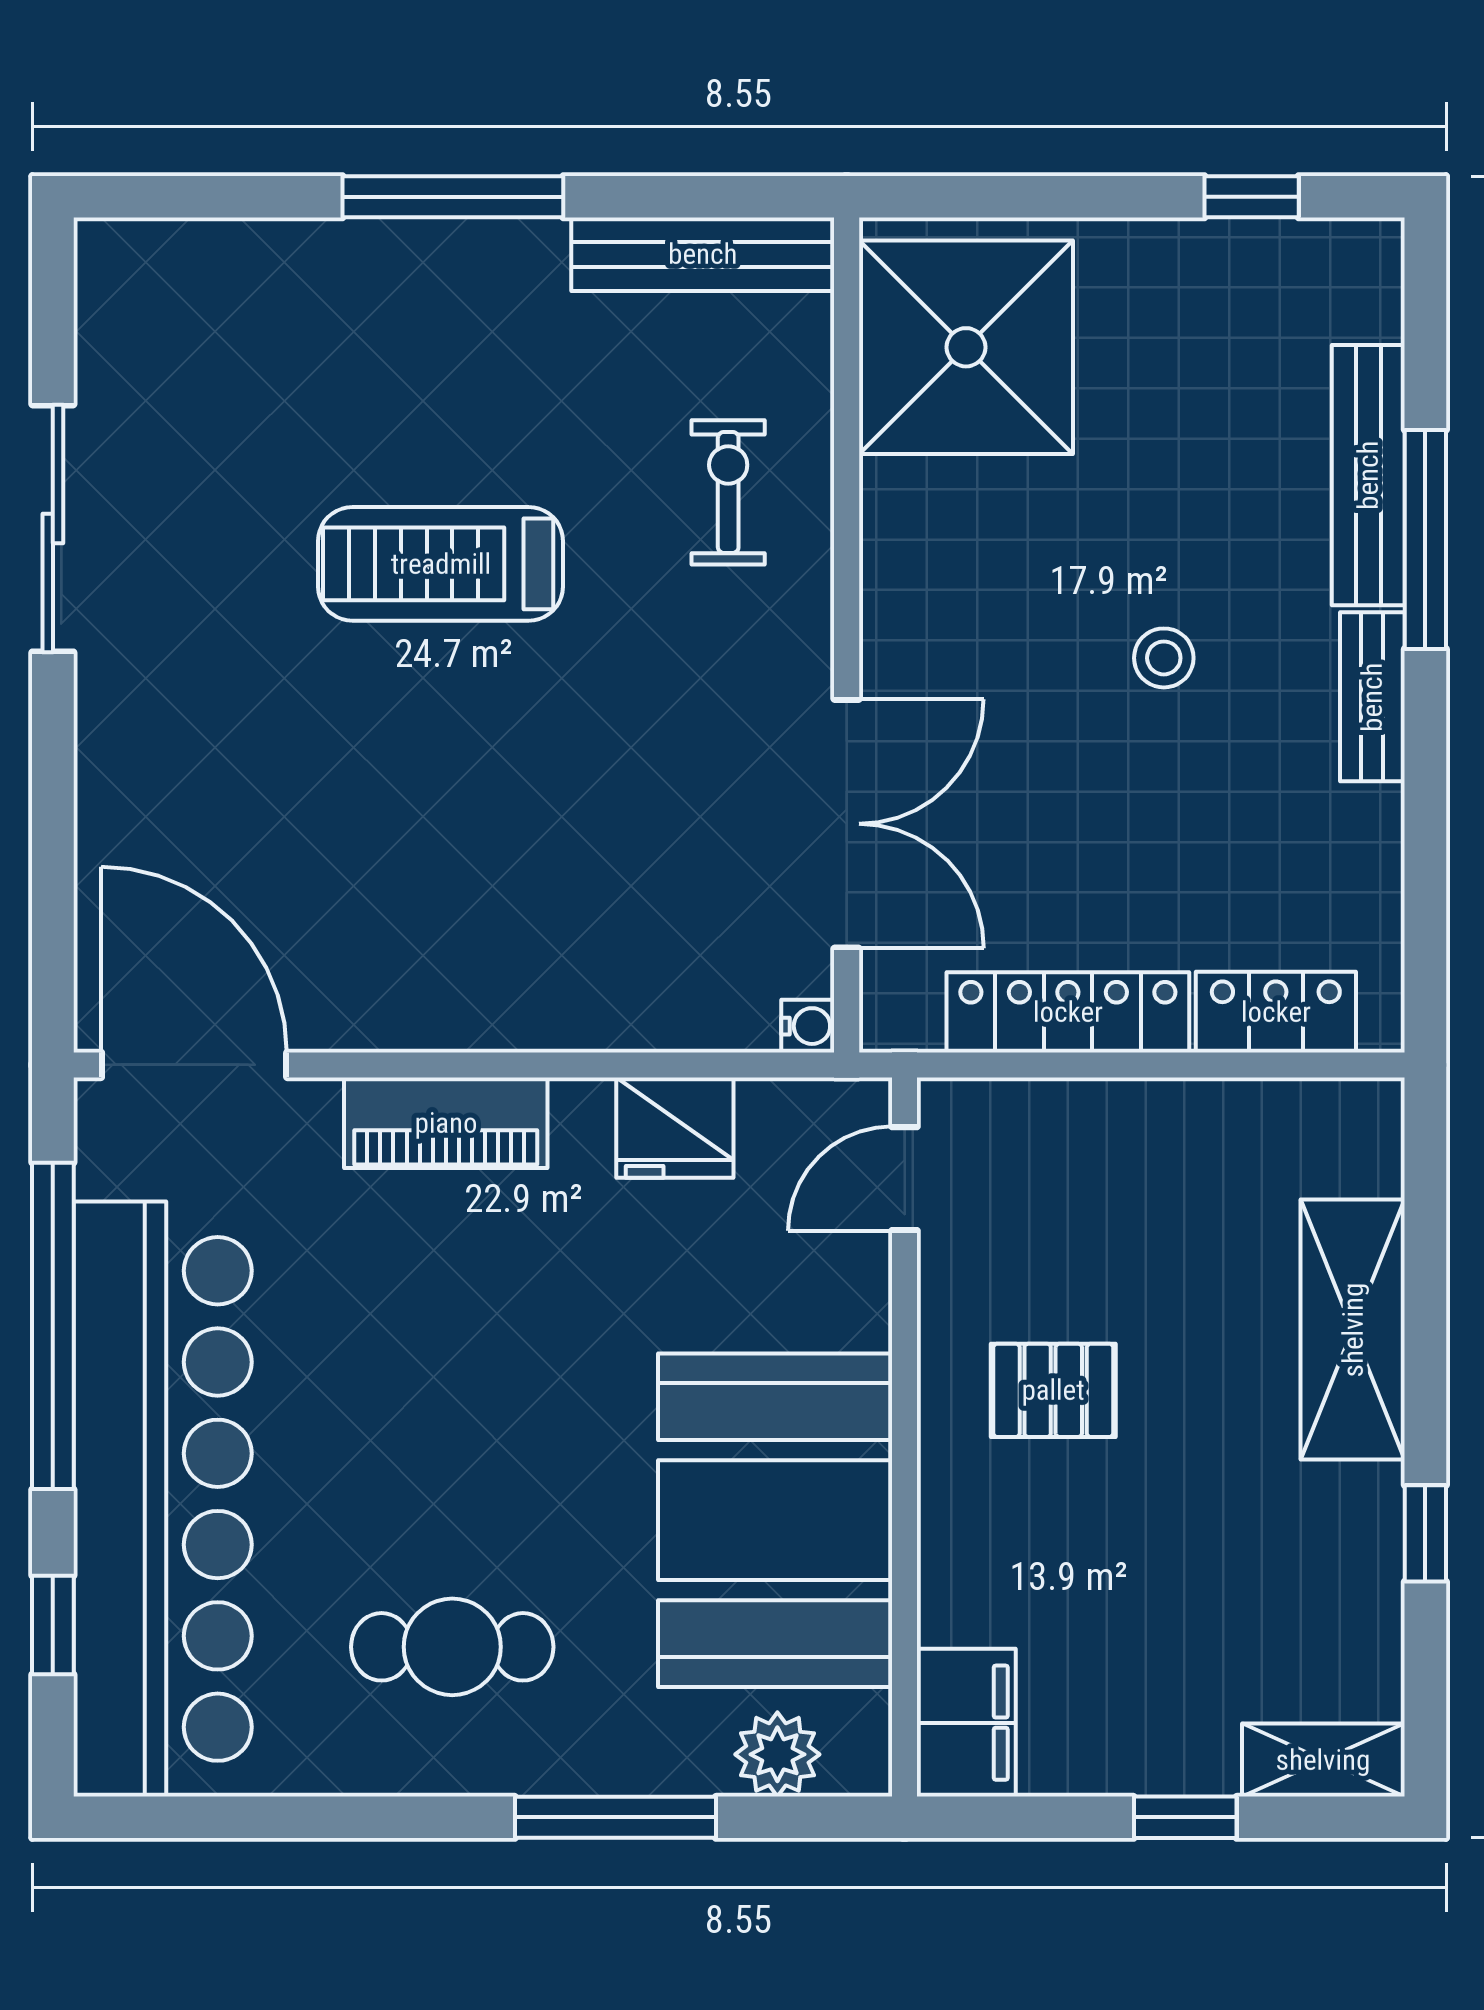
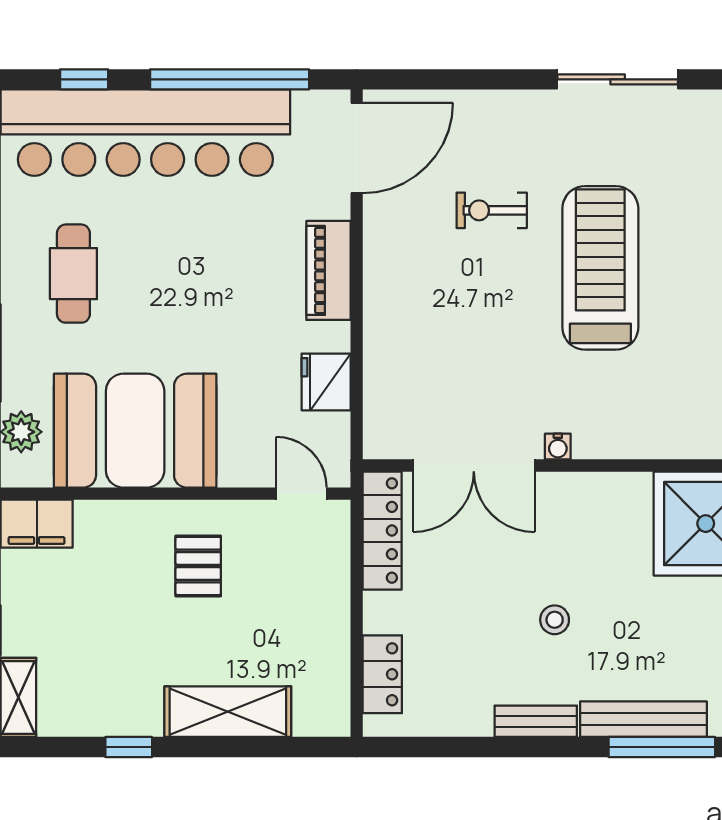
exercise bike: (728, 492) -> (492, 210), moved, turned 180
window: (1425, 539) -> (662, 747), moved
treadmill: (441, 564) -> (600, 268), width x1.37, depth x1.38
locker: (1068, 1012) -> (382, 531), moved
water cooler: (808, 1026) -> (558, 447), moved

